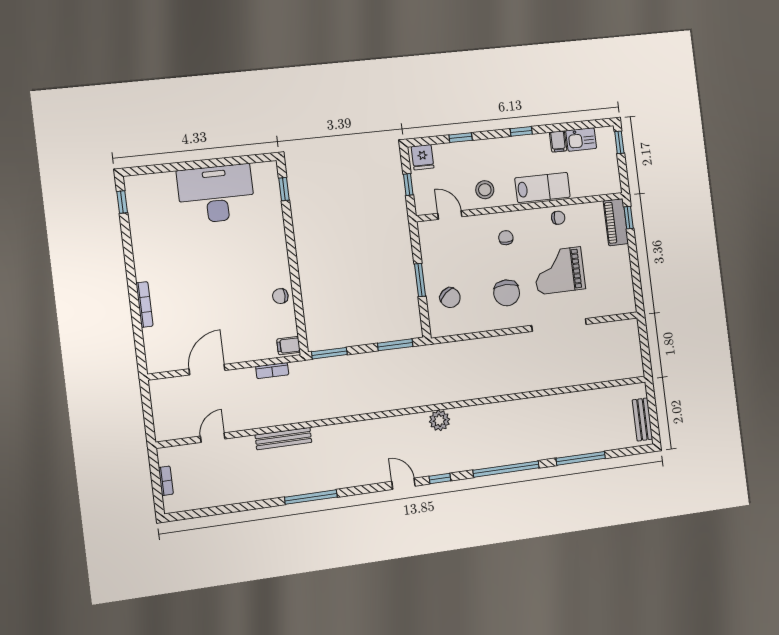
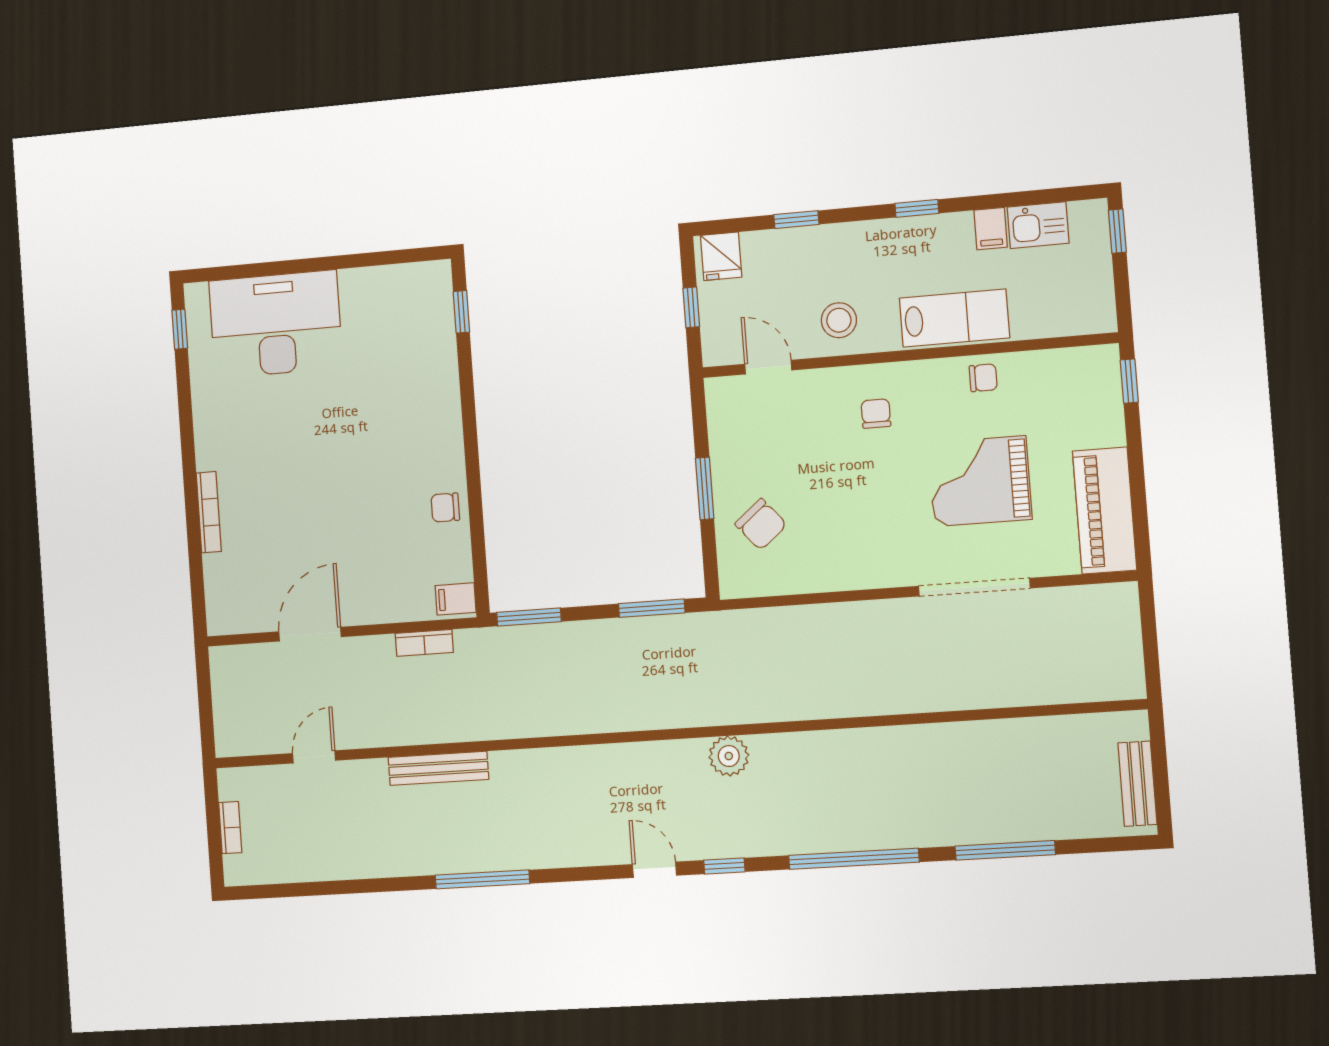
desk: (216, 194) -> (276, 324), moved
piano: (616, 222) -> (1105, 511), moved, width x1.37, depth x1.33
chair: (507, 293) -> (872, 520), removed

